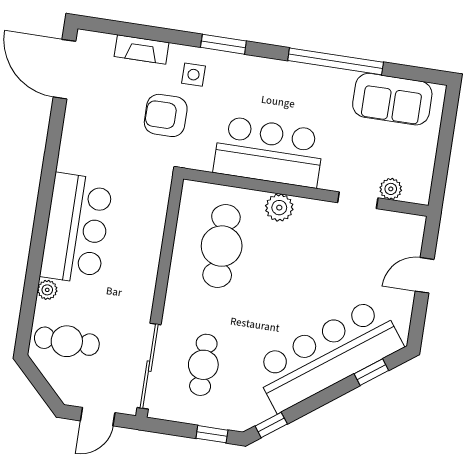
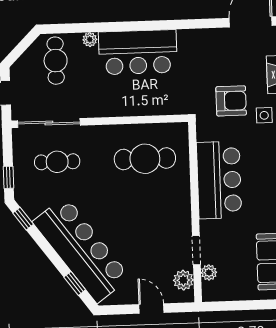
armchair: (166, 115) -> (231, 101), turned 90
plant: (279, 208) -> (183, 280), moved

